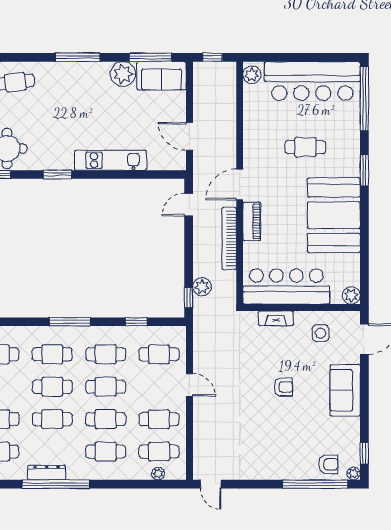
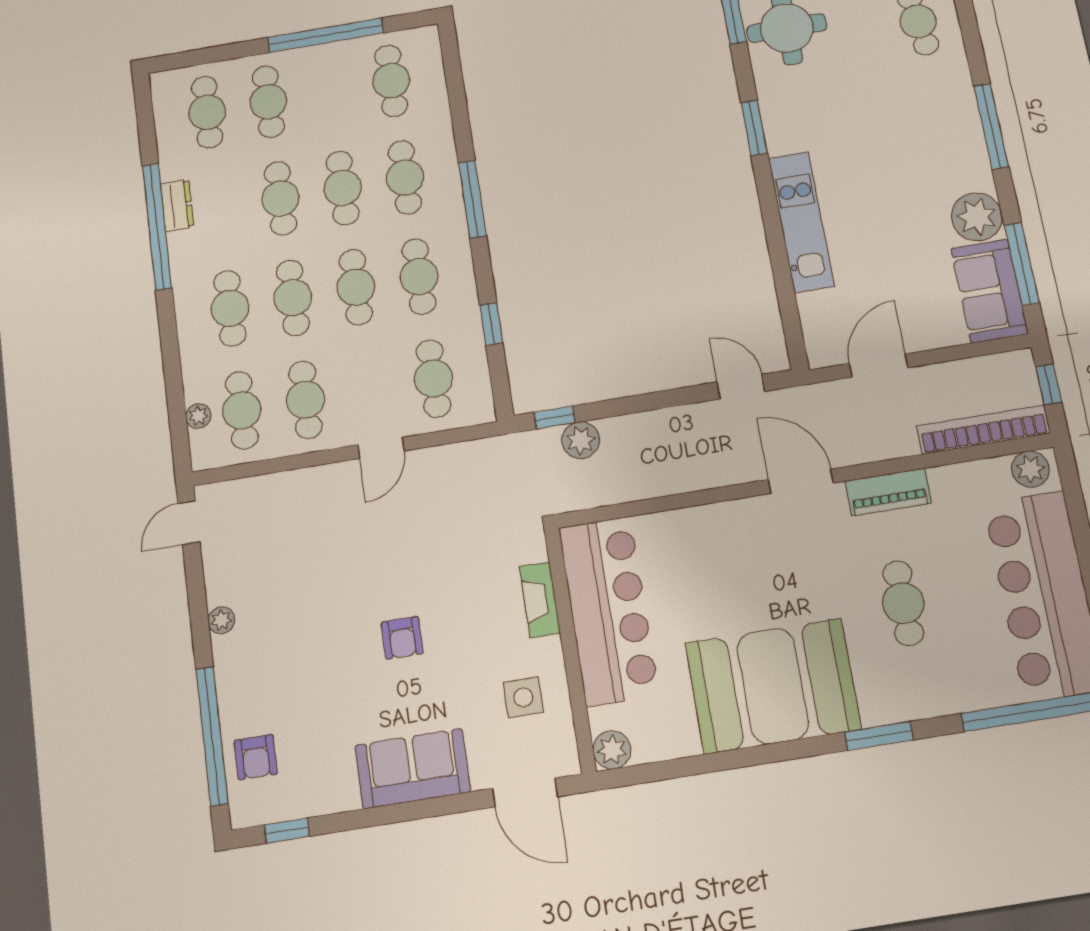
piano: (252, 221) -> (888, 492), moved
bookcase: (229, 239) -> (983, 430), moved
dresser: (47, 473) -> (177, 205), width x0.70
plant: (354, 473) -> (221, 620), moved

